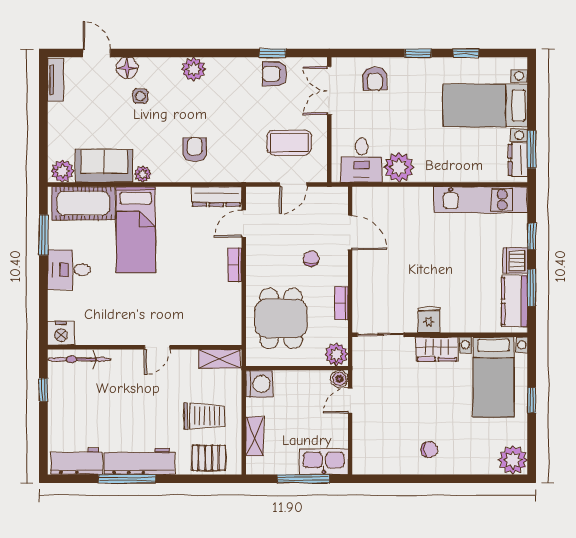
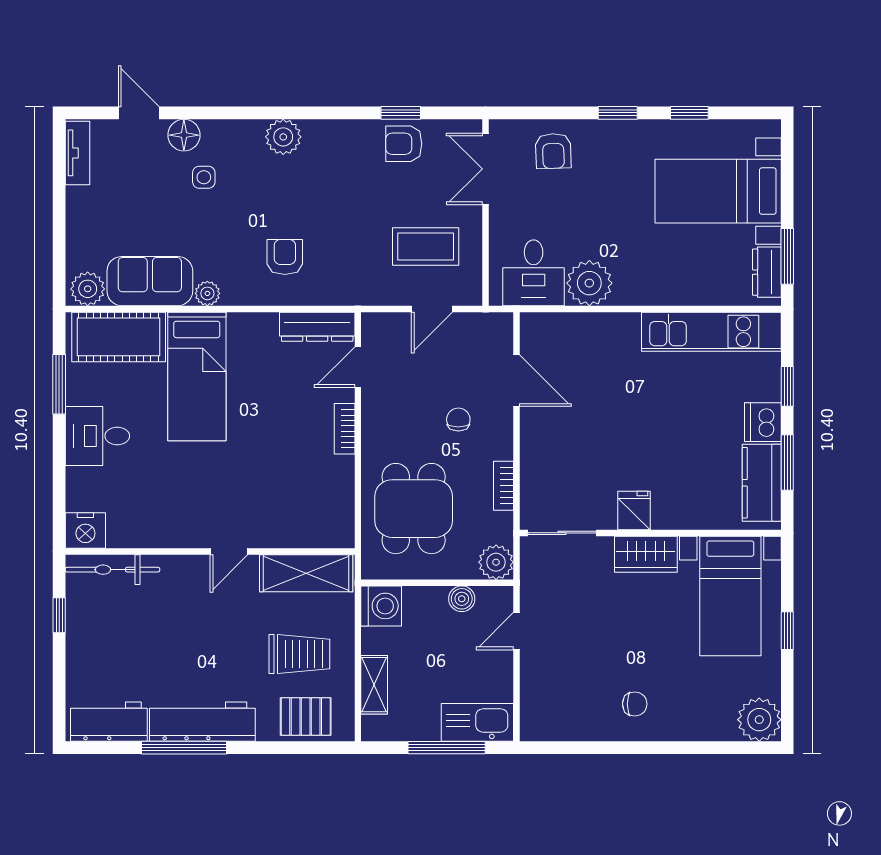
shelving: (219, 359) -> (306, 573), width x1.50, depth x1.33
boiler: (339, 379) -> (462, 599), moved

